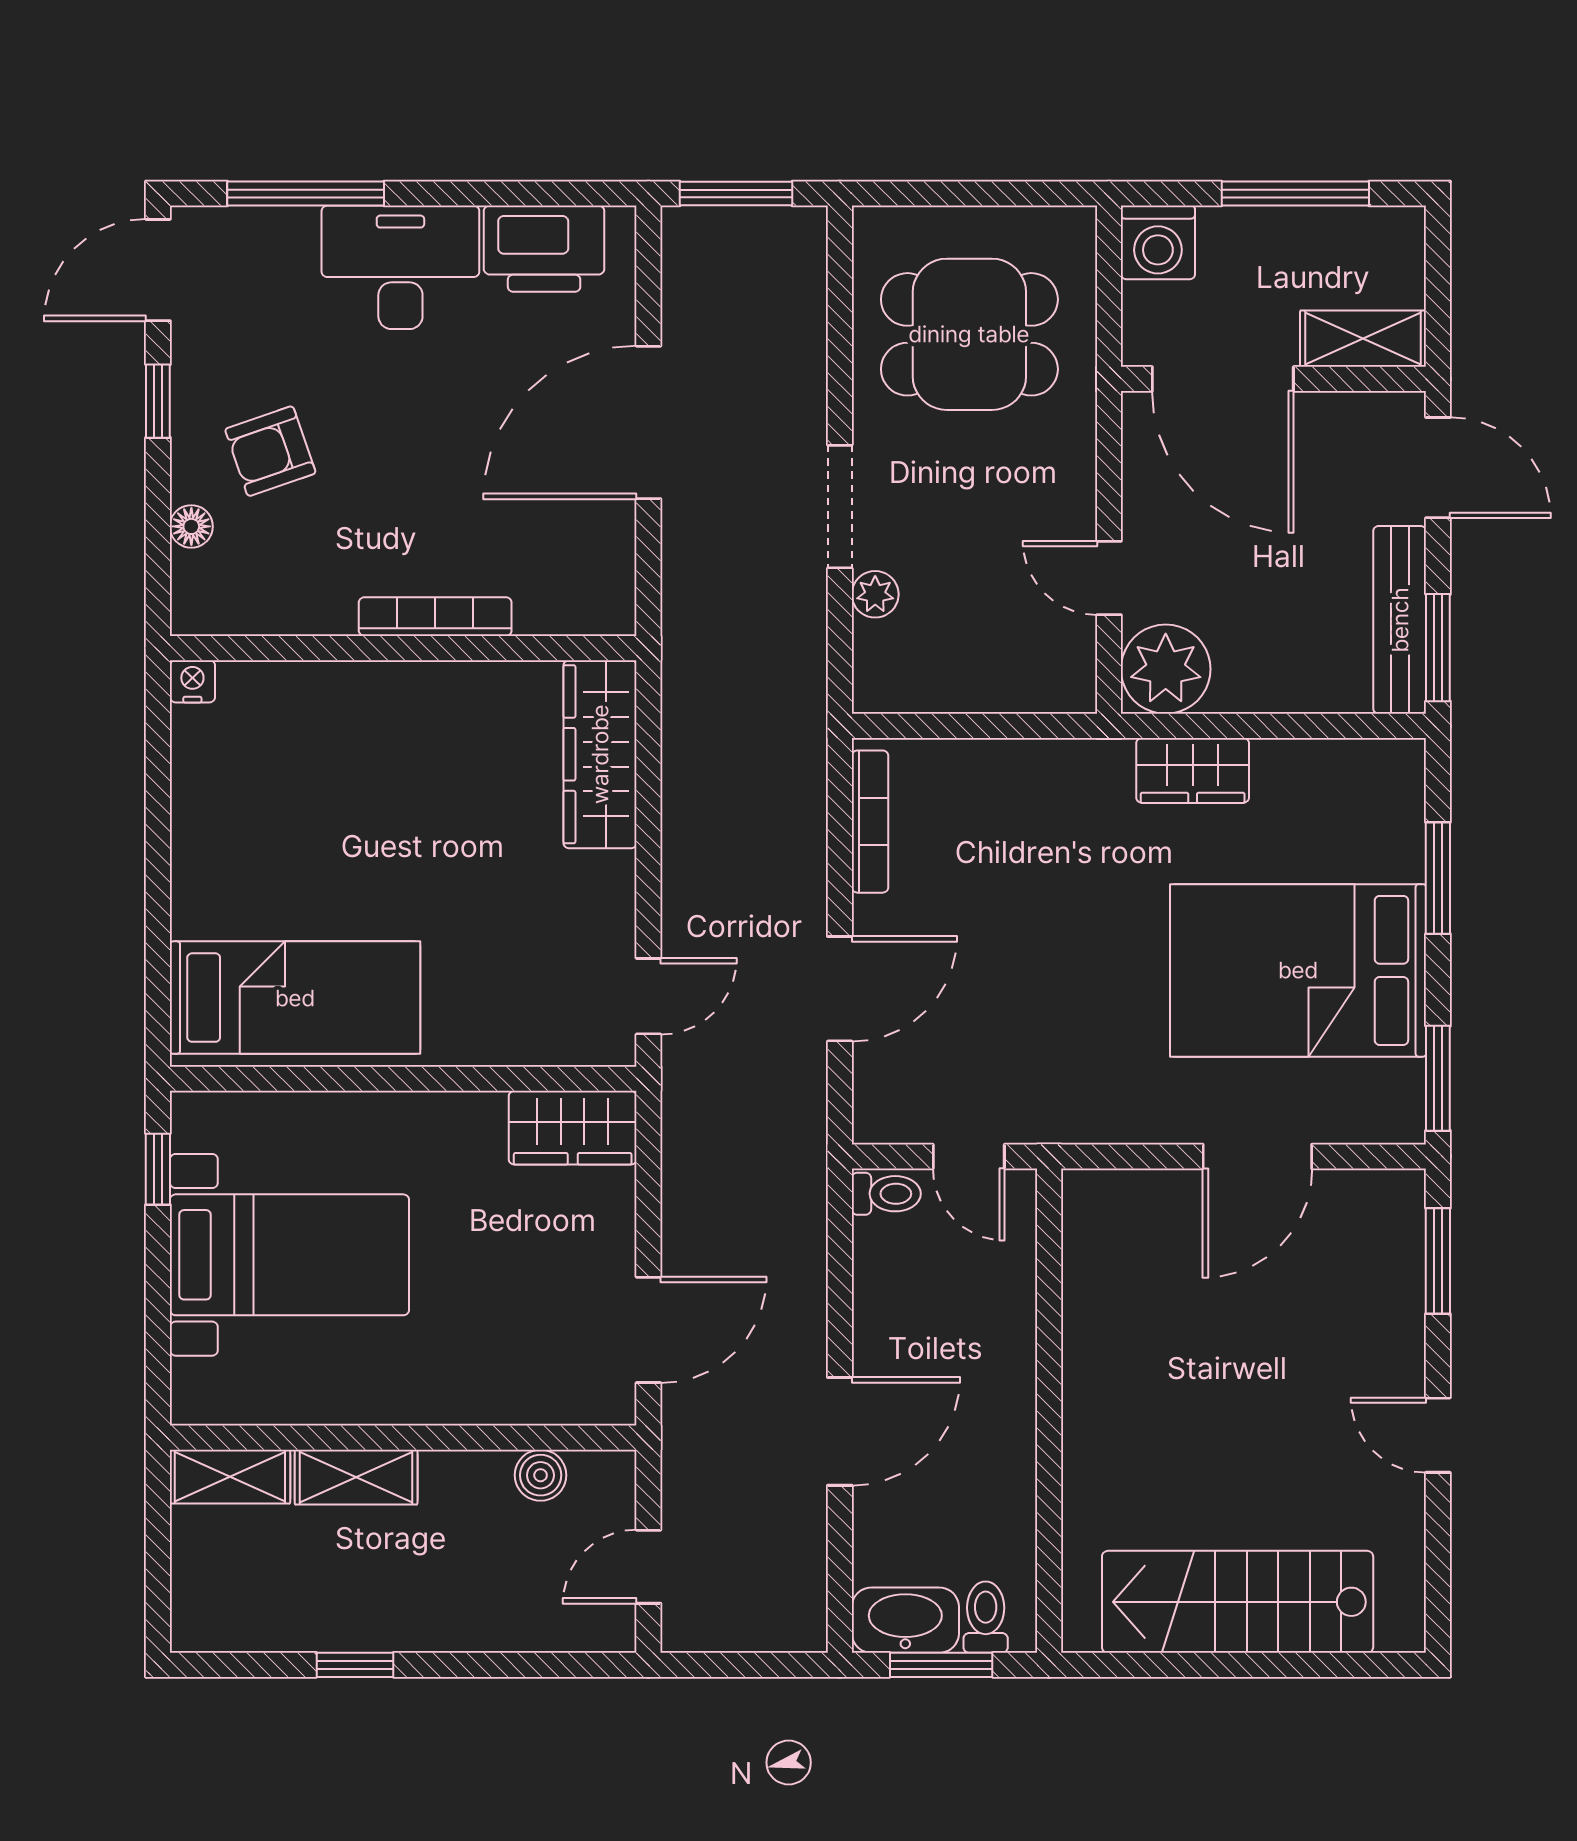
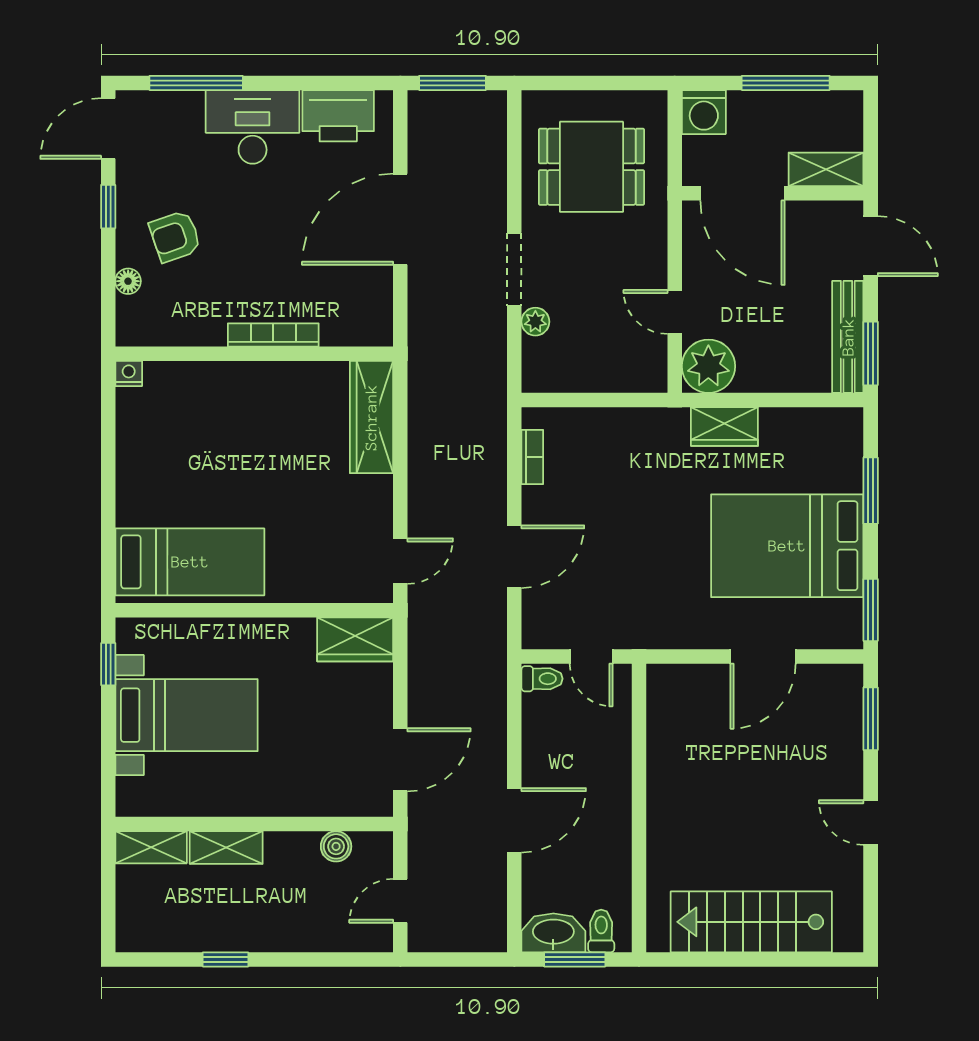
bookcase: (870, 822) -> (532, 457), width x0.64

